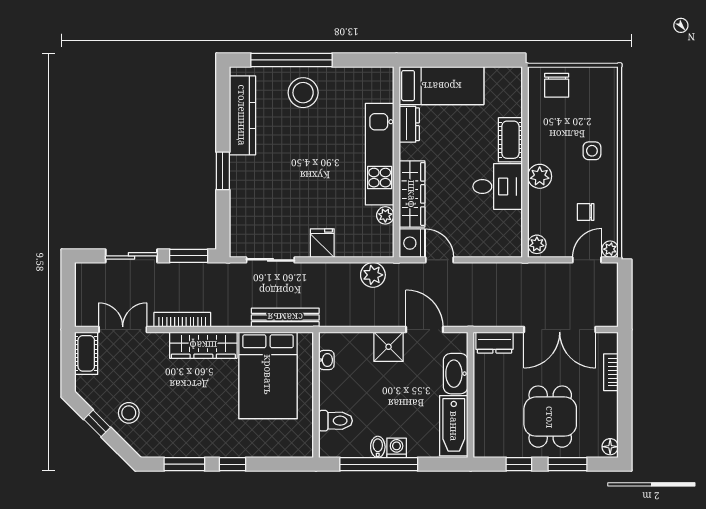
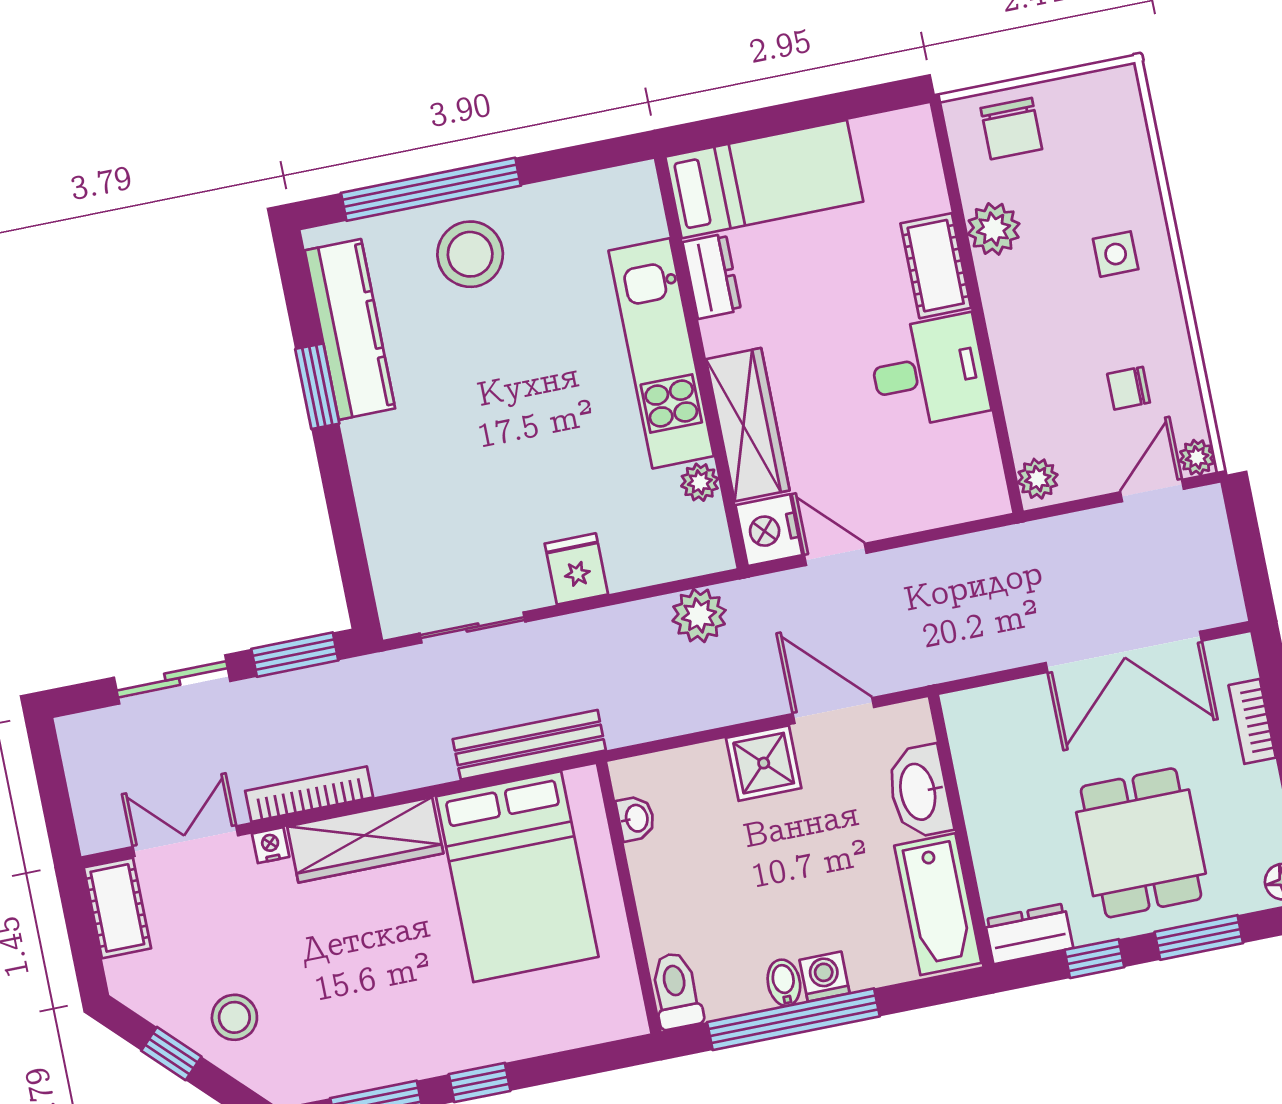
window: (223, 171) -> (317, 386), moved
plant: (540, 176) -> (994, 229), moved
nightstand: (160, 339) -> (271, 845), added
dresser: (494, 343) -> (1029, 934), moved, turned 180
toilet: (335, 421) -> (676, 991), moved, turned -90

